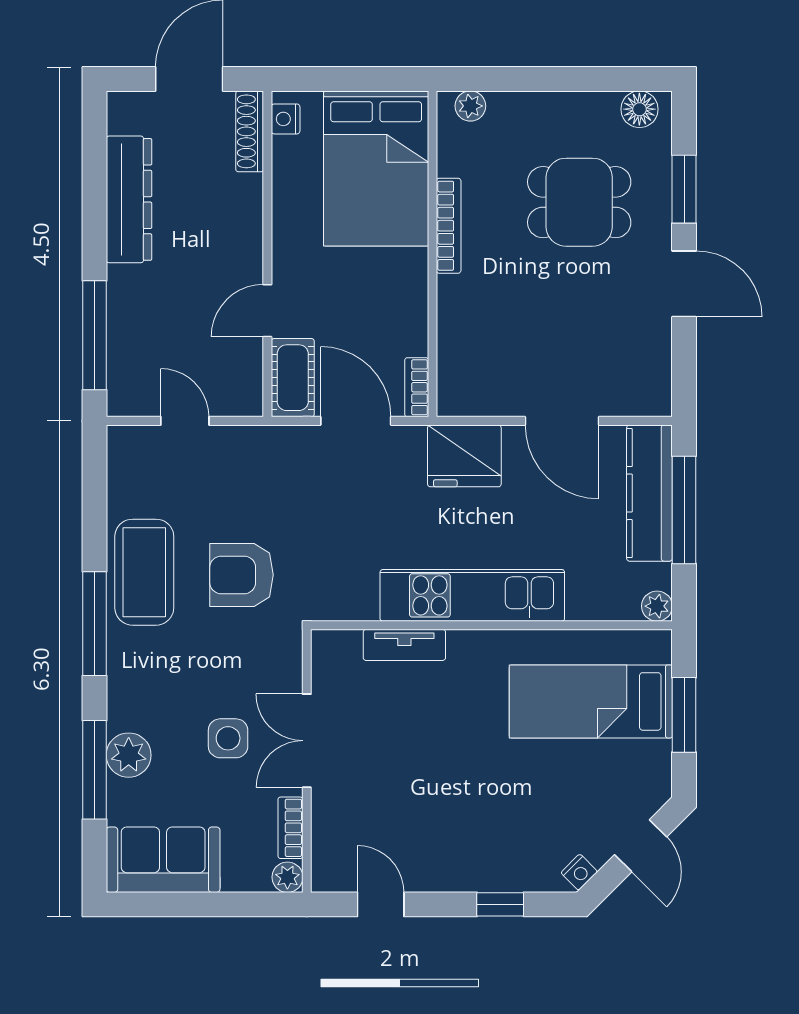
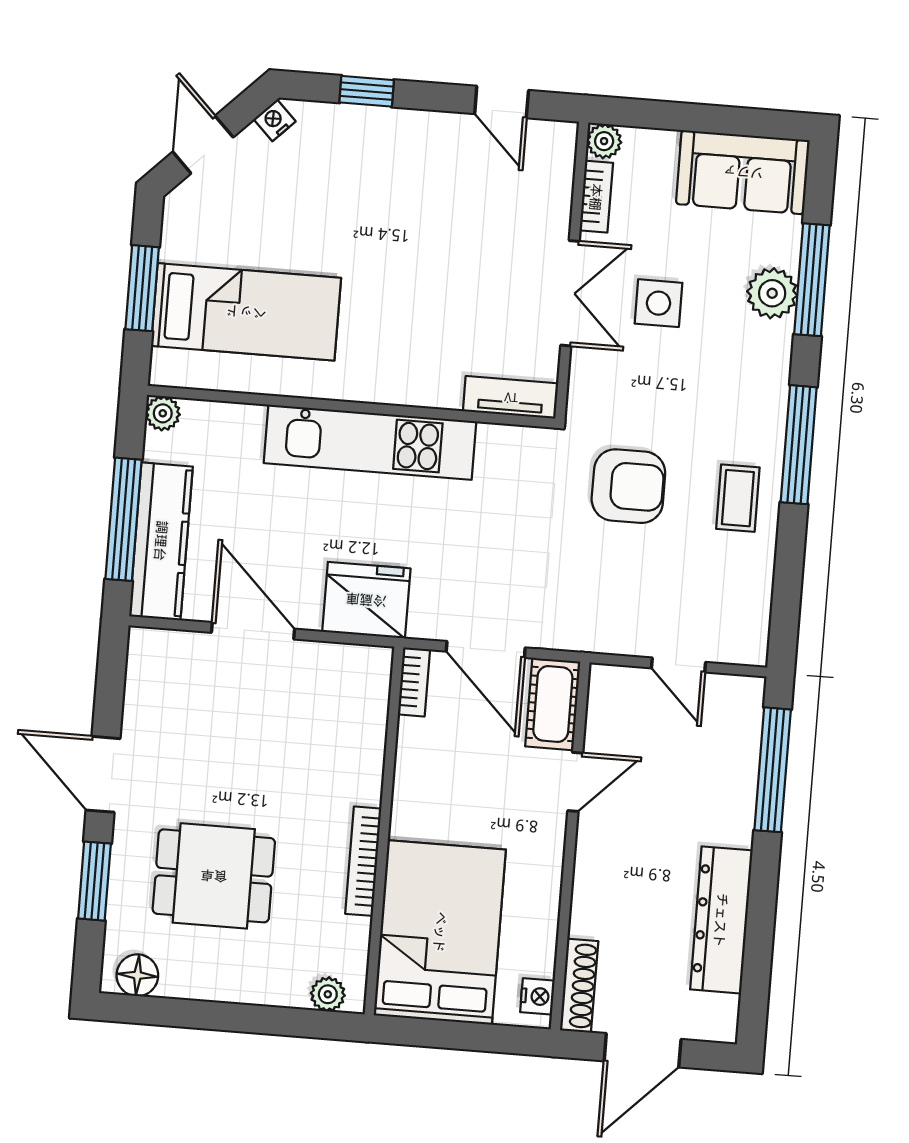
coffee table: (144, 572) -> (738, 498), width x0.54, depth x0.58
tv unit: (404, 645) -> (511, 397), moved

